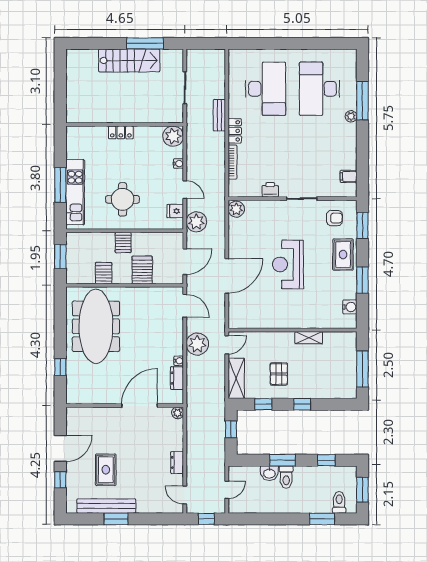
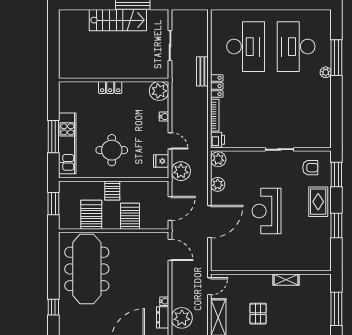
filing cabinet: (349, 176) -> (323, 129), removed
printer: (270, 190) -> (218, 140), moved, turned 90
plant: (236, 236) -> (218, 184), added
server rack: (104, 273) -> (91, 215), width x1.36, depth x1.44
water cooler: (350, 307) -> (325, 251), removed
plant: (197, 344) -> (182, 318), moved

